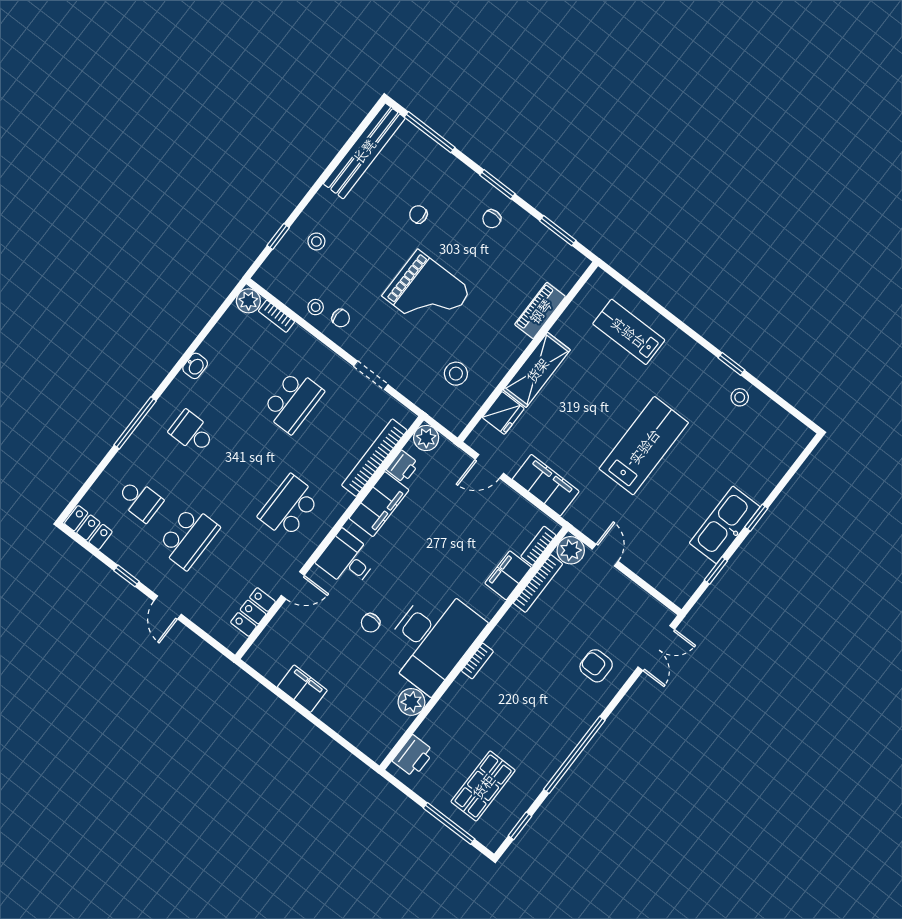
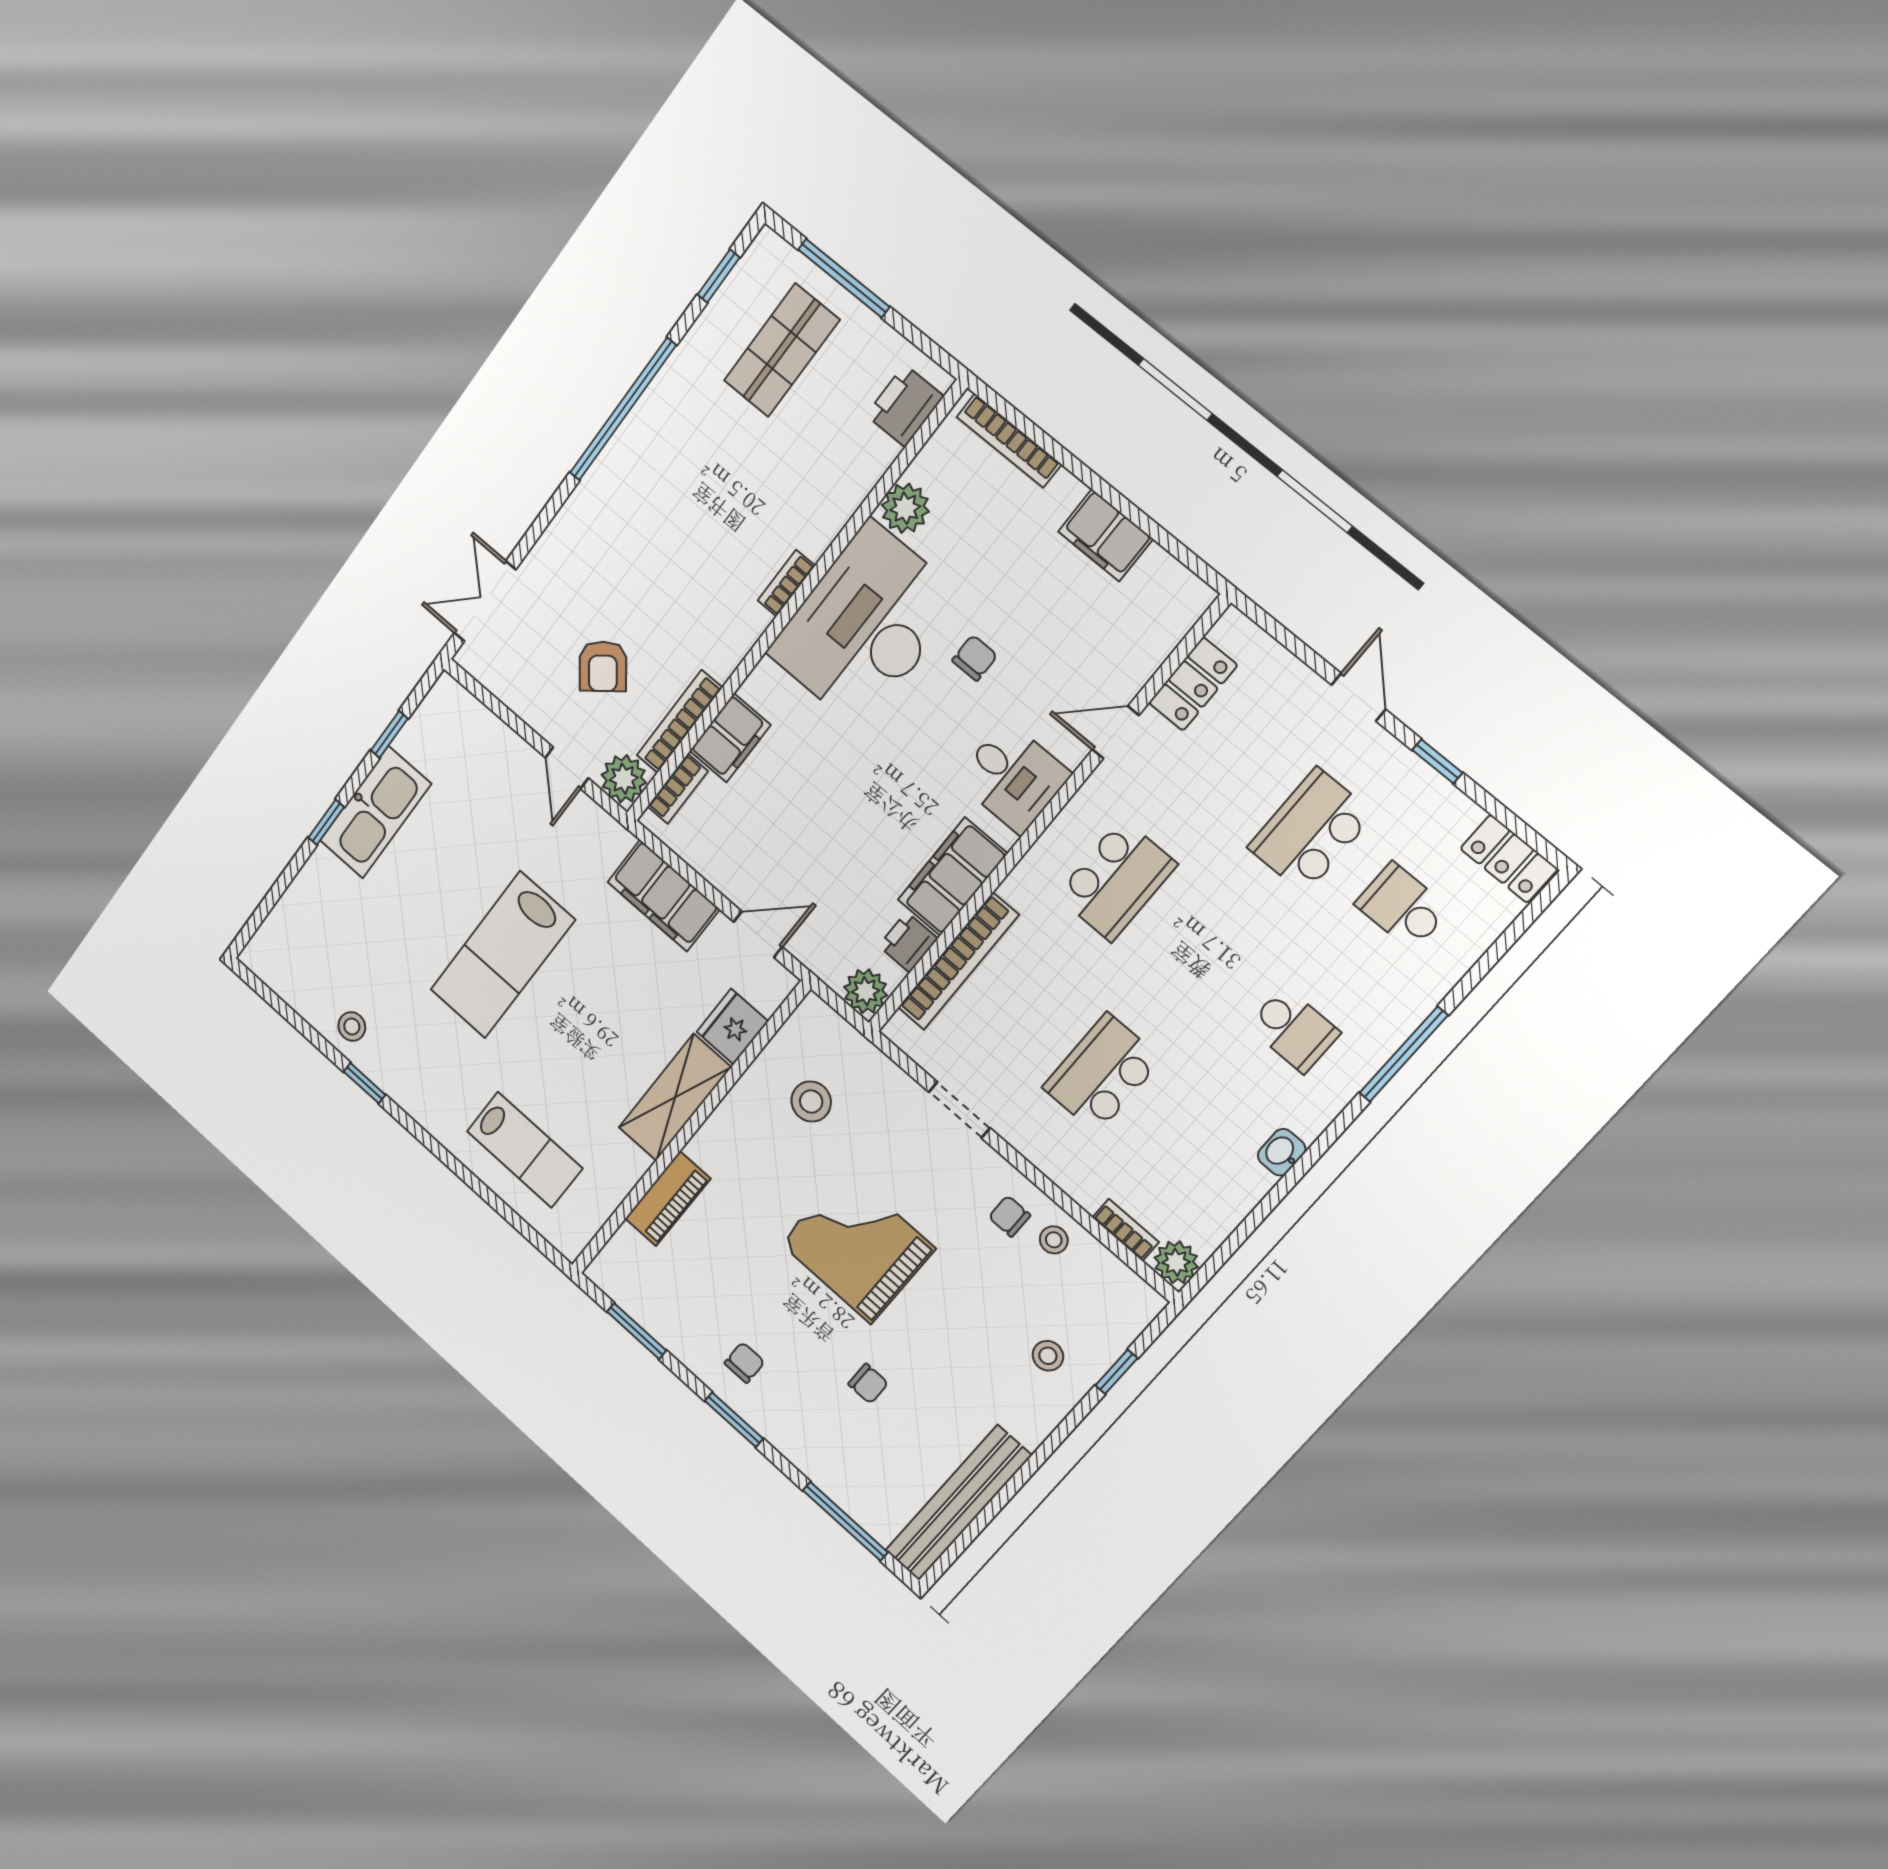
armchair: (596, 666) -> (603, 666), moved, turned 52
bookcase: (356, 738) -> (1009, 441), added

